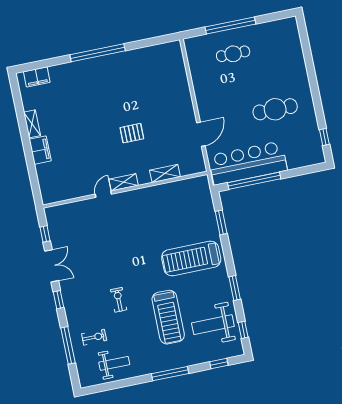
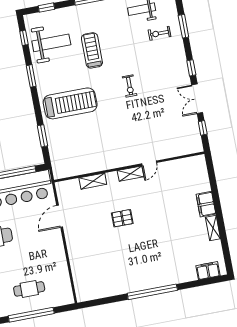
exercise bike: (119, 300) -> (130, 86), moved
treadmill: (168, 317) -> (92, 50), width x0.73, depth x0.73
window: (68, 345) -> (183, 26), width x0.69

